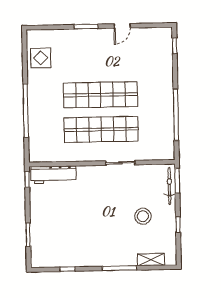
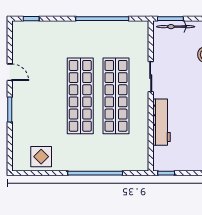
workbench: (53, 175) -> (162, 122), moved

